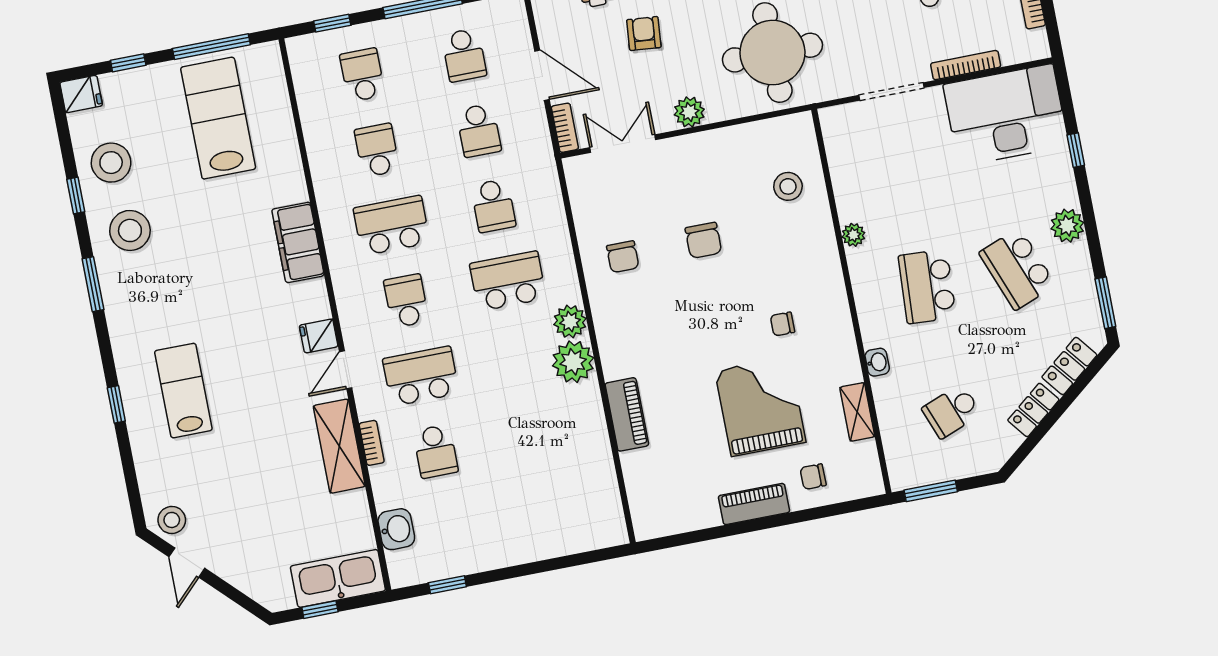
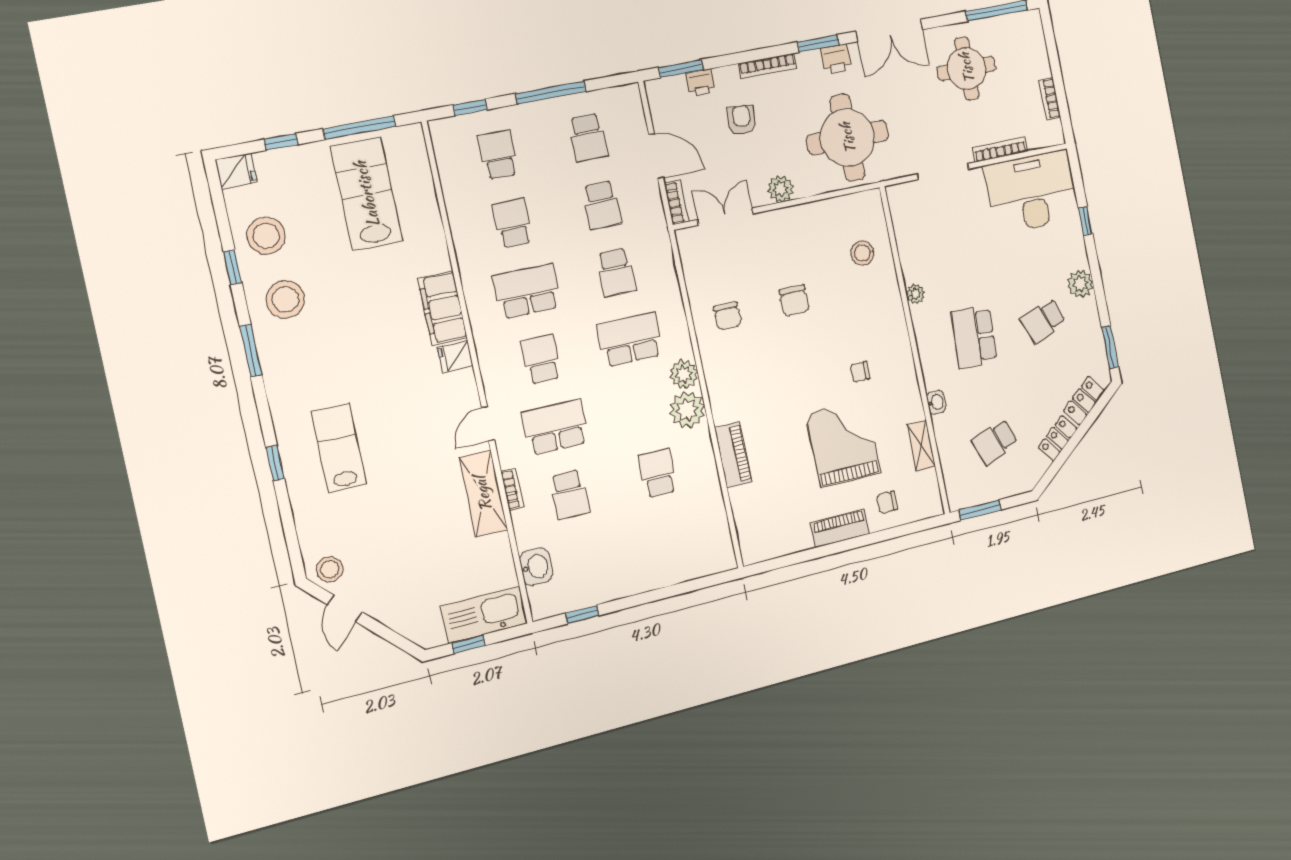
school desk: (1017, 269) -> (1043, 321), width x0.54
fridge: (319, 336) -> (455, 356), moved
school desk: (537, 432) -> (658, 473), added

